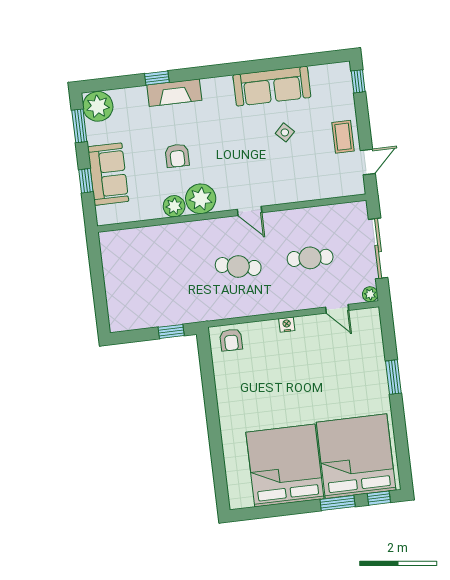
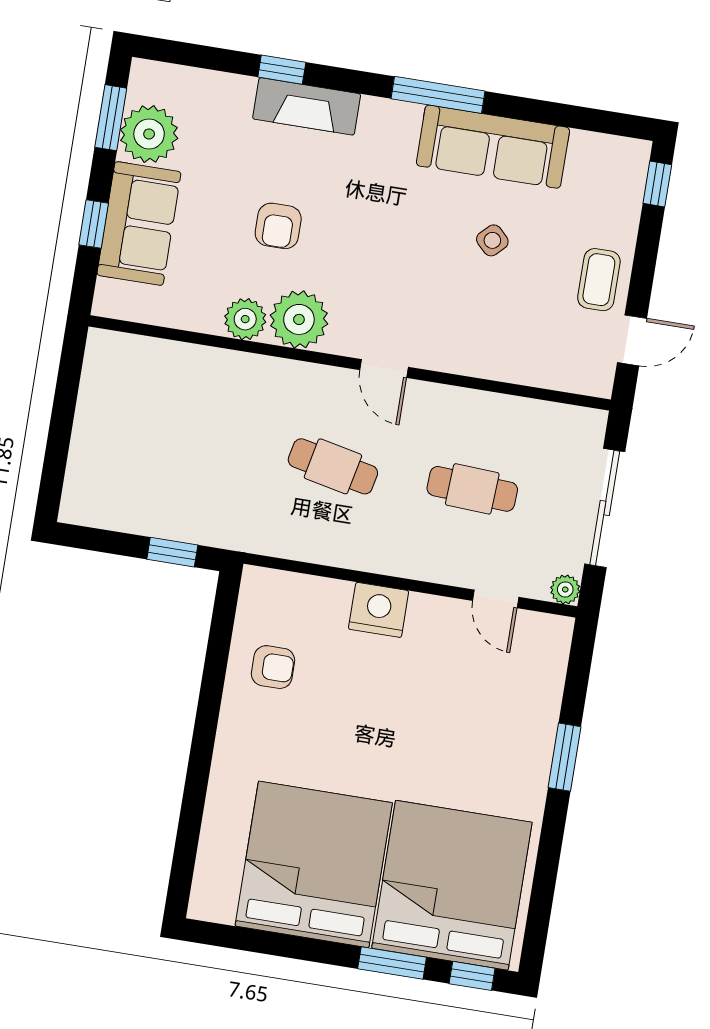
window: (237, 68) -> (438, 95), added
plant: (98, 106) -> (149, 134), moved
nightstand: (287, 325) -> (379, 610), width x1.89, depth x1.79
armchair: (231, 340) -> (273, 667), moved, turned -90

